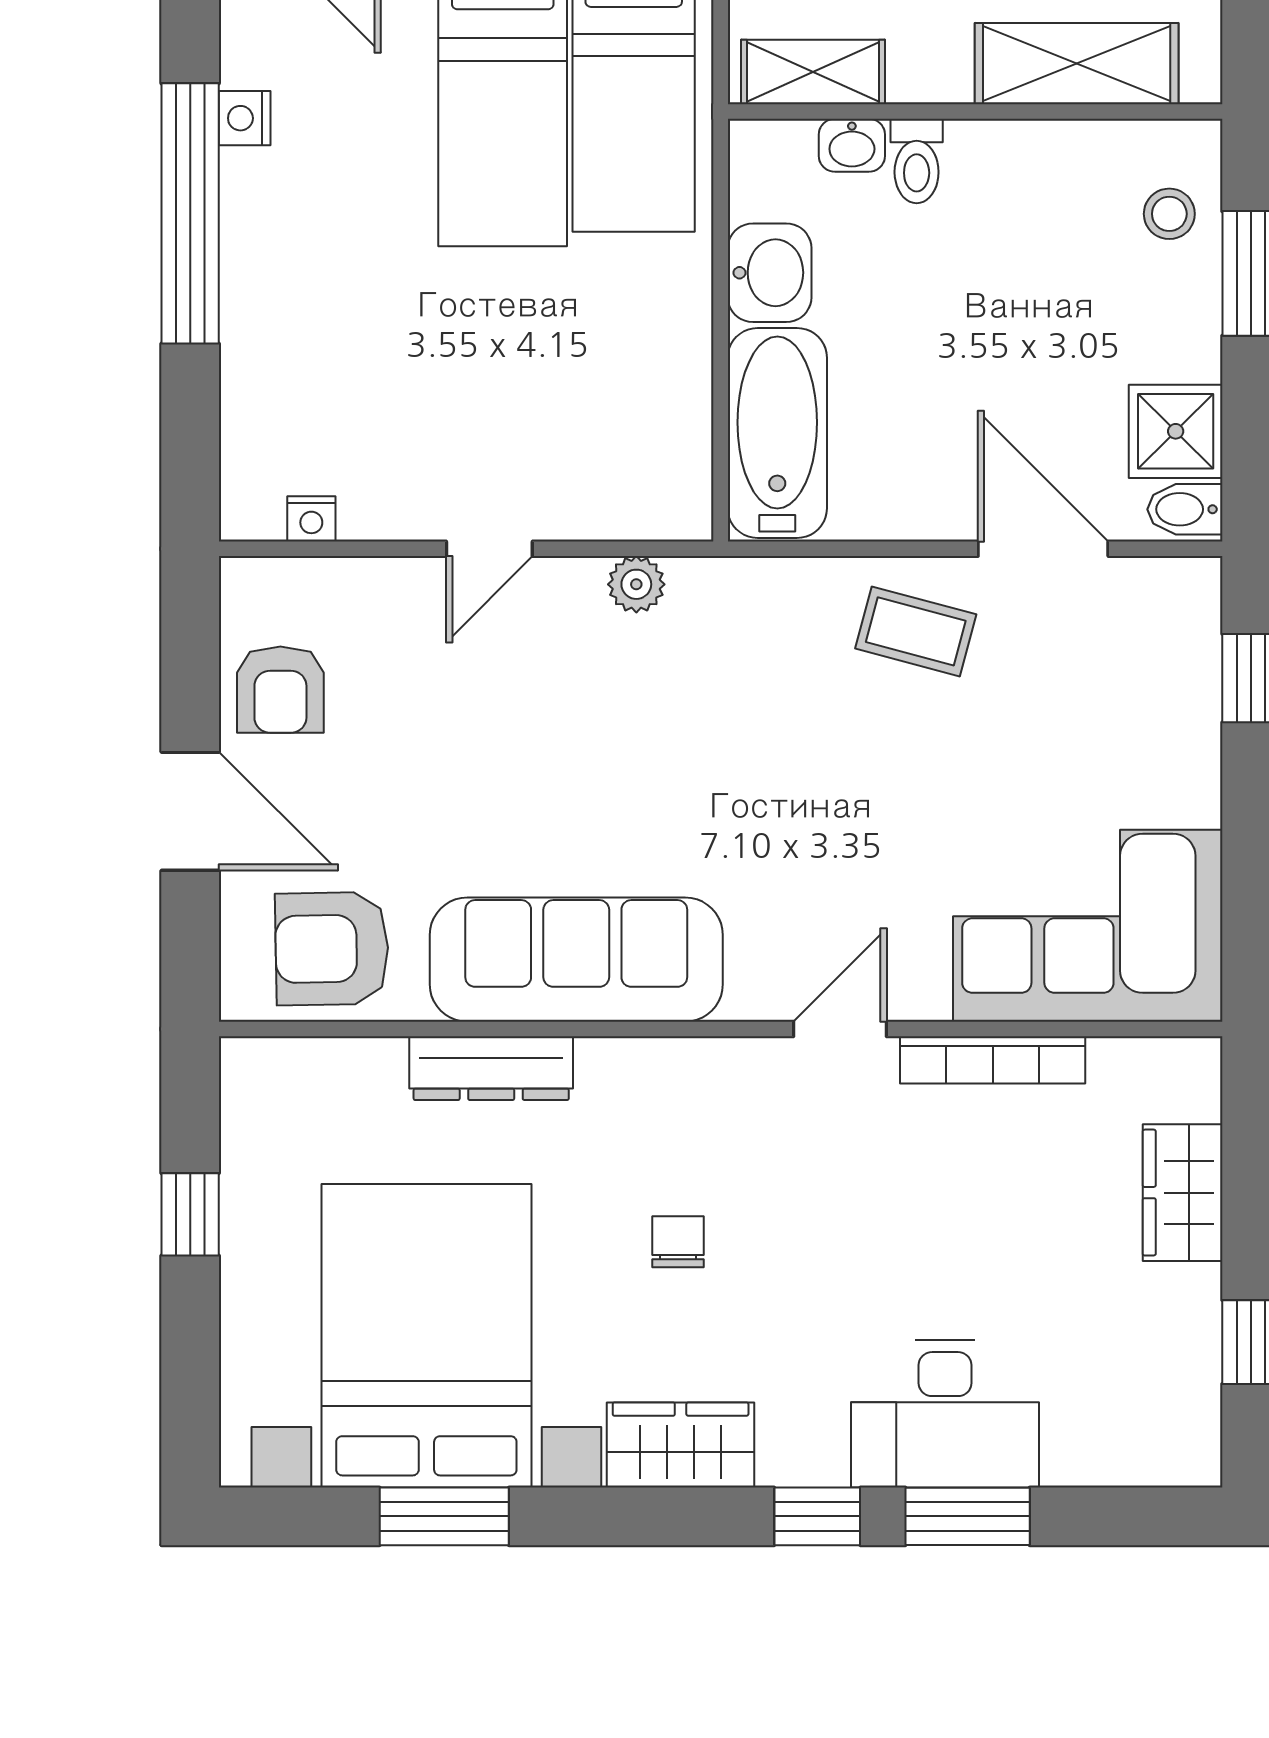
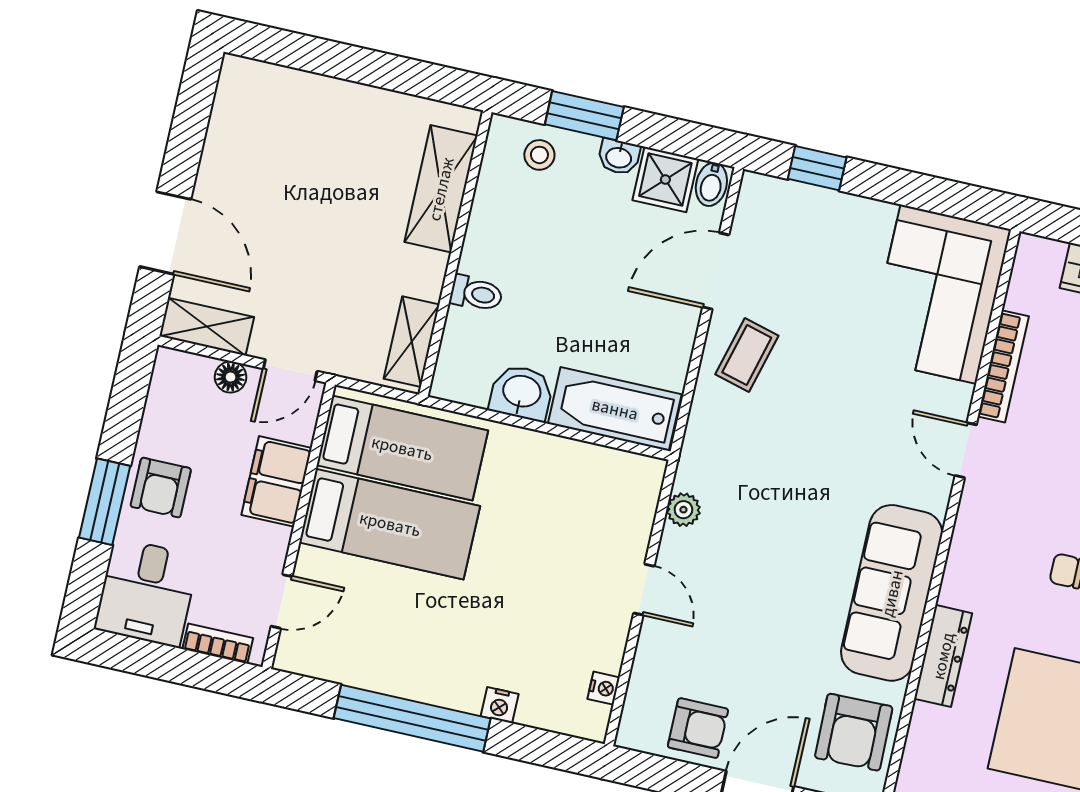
nightstand: (245, 118) -> (500, 705), moved
washbasin: (852, 145) -> (619, 157), moved, turned 90

